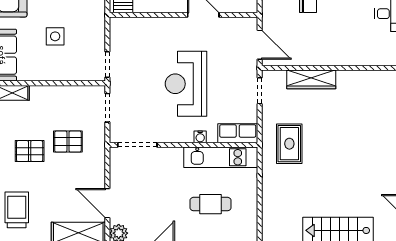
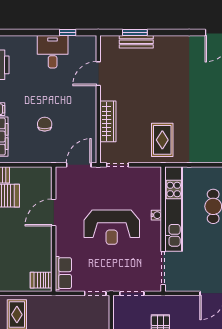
door: (368, 68) -> (98, 74), added
row of seats: (238, 133) -> (63, 273), moved, turned 180
rug: (289, 144) -> (162, 140), turned 90
kitchen unit: (221, 157) -> (174, 209), width x1.36

